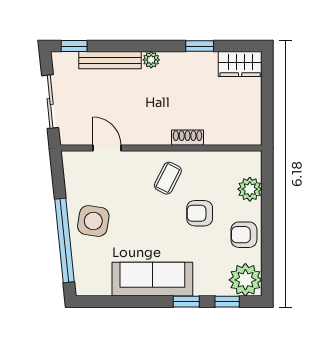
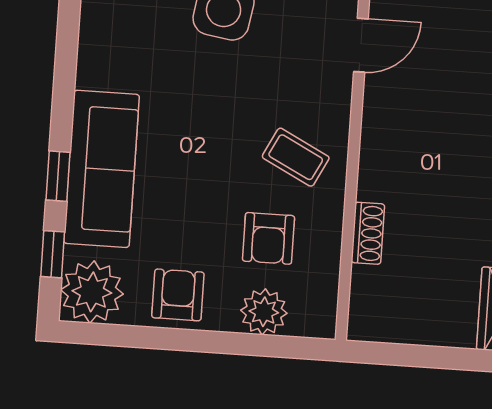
shoe rack: (188, 138) -> (368, 233), moved
armchair: (200, 213) -> (268, 238), moved, turned 180
sofa: (152, 279) -> (102, 169), moved

